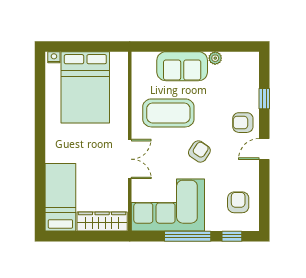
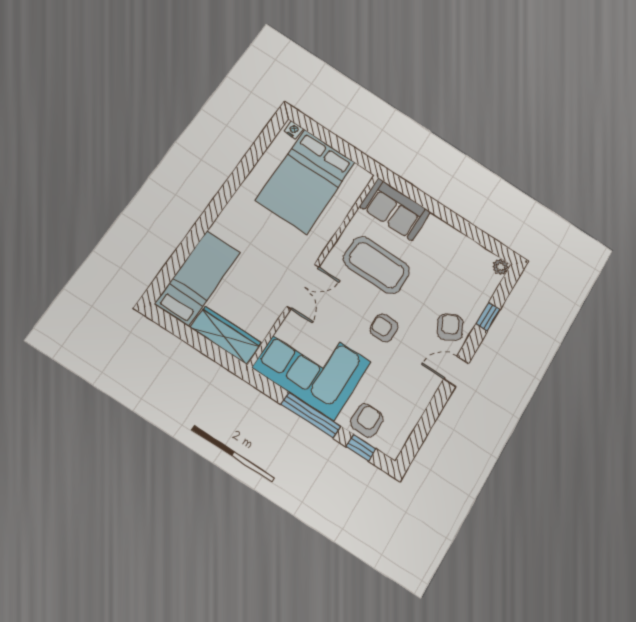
plant: (215, 58) -> (500, 267), moved
sofa: (182, 66) -> (395, 209), moved
armchair: (243, 123) -> (450, 327), turned 61
armchair: (199, 151) -> (384, 328), turned -124
armchair: (238, 202) -> (367, 421), moved

